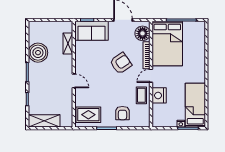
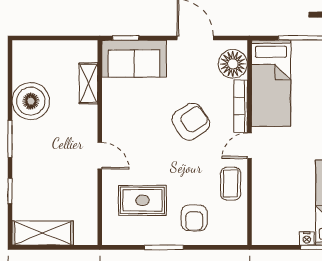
bed: (167, 43) -> (271, 83), width x0.67
nightstand: (159, 95) -> (265, 184), removed
rug: (88, 115) -> (142, 200), moved

